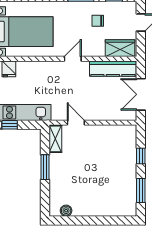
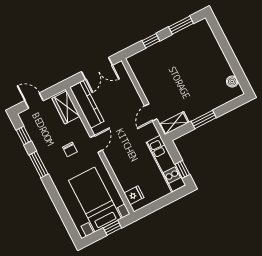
chair: (98, 21) -> (70, 149), moved
door: (73, 59) -> (96, 144), swing flipped

